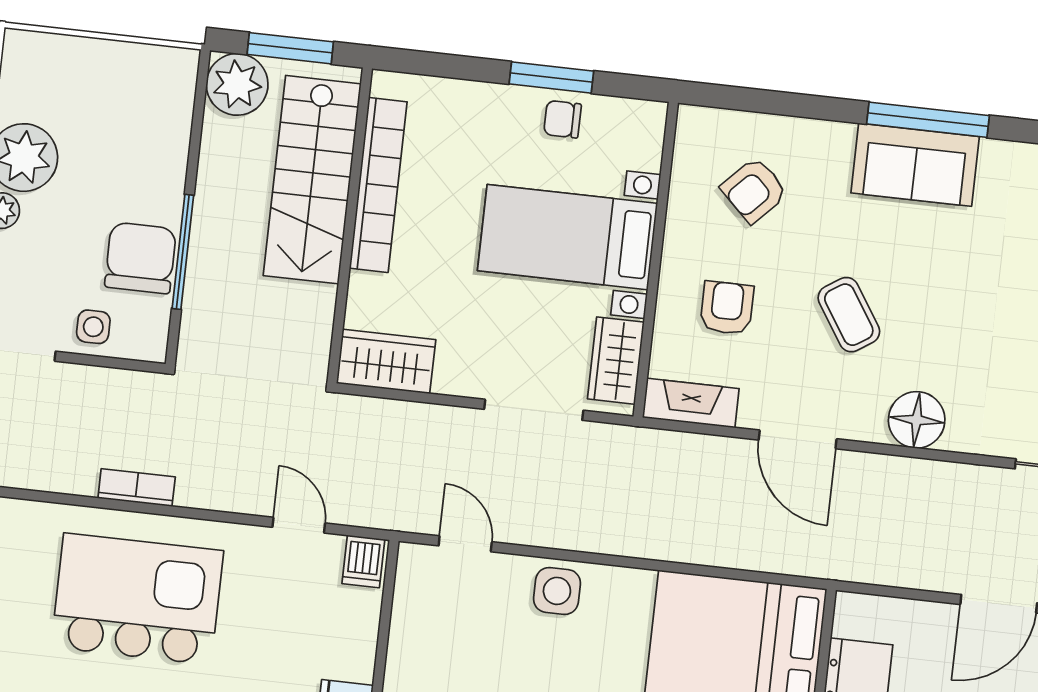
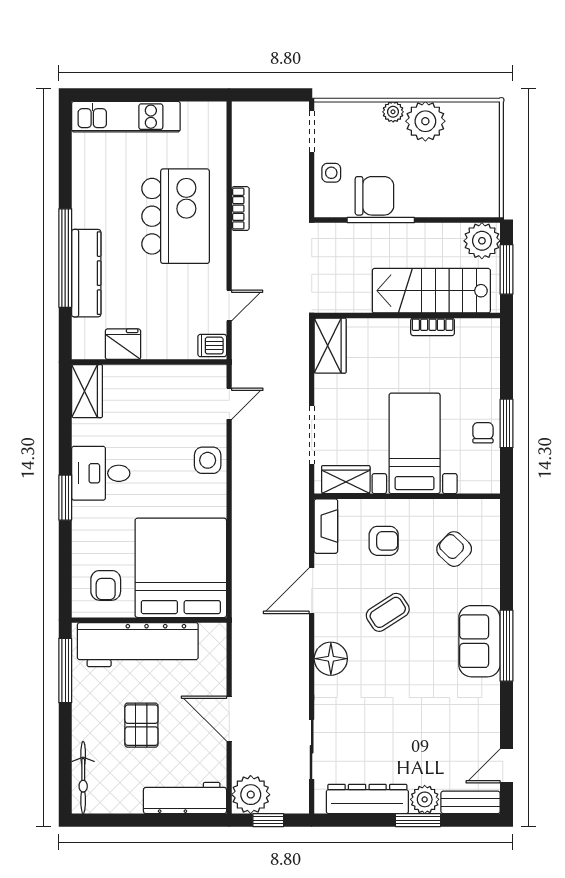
bookcase: (378, 185) -> (433, 327), width x0.43, depth x0.76

